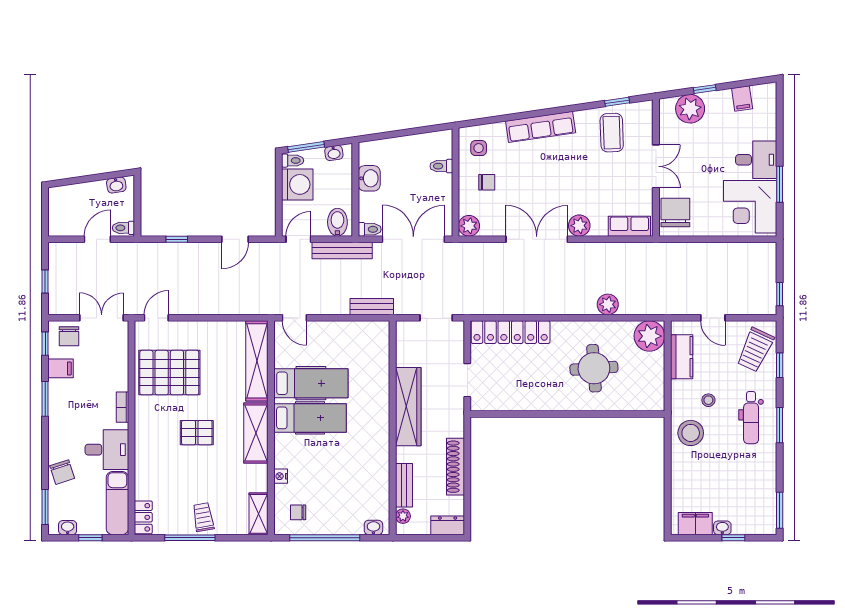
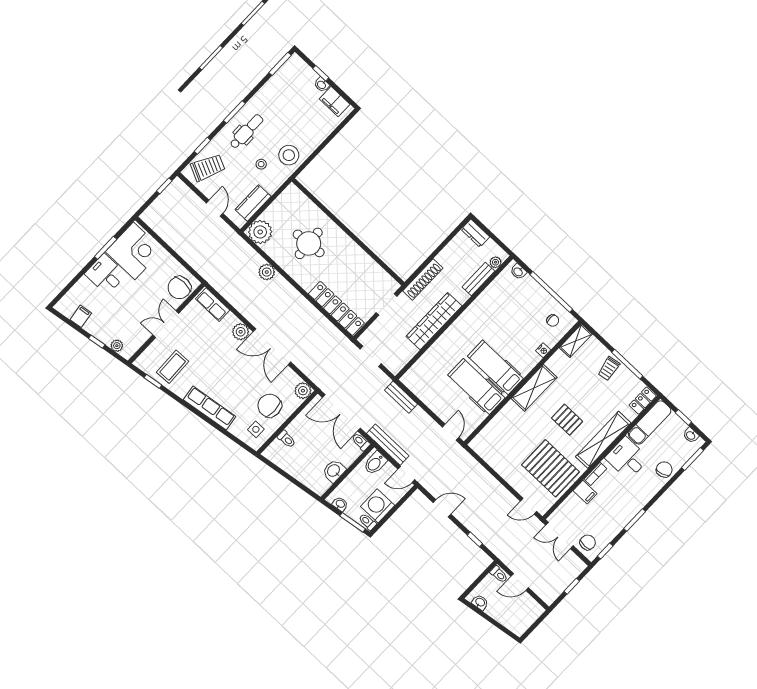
plant: (690, 109) -> (117, 346), width x0.53, depth x0.53
chair: (487, 182) -> (270, 406), width x1.87, depth x1.87
shelving: (257, 361) -> (603, 440), moved
filing cabinet: (61, 368) -> (585, 492), moved, turned 180
shoe rack: (456, 467) -> (423, 280), moved

